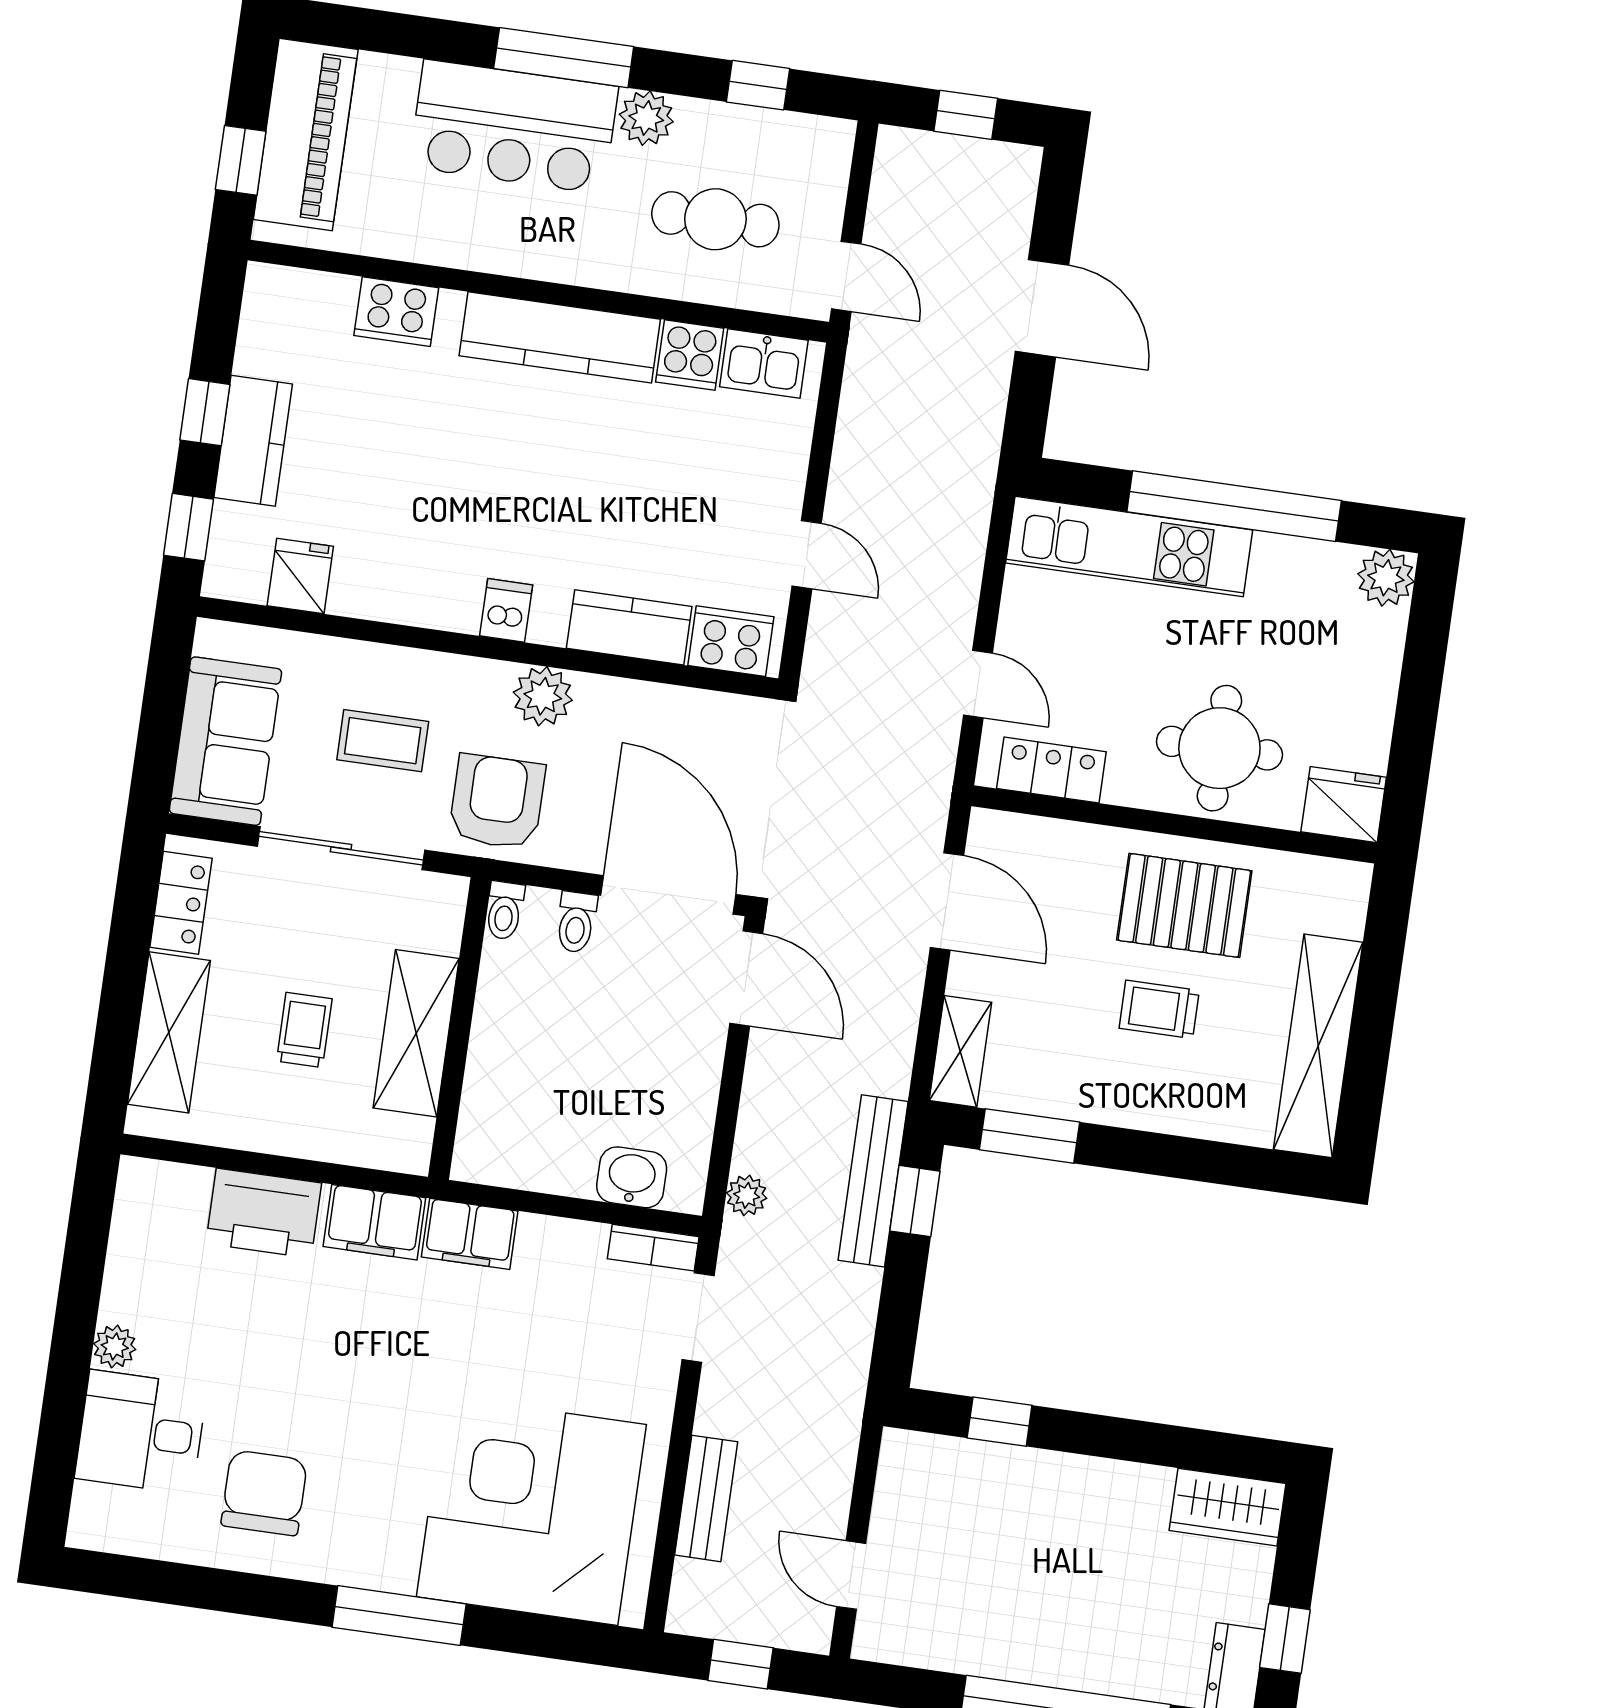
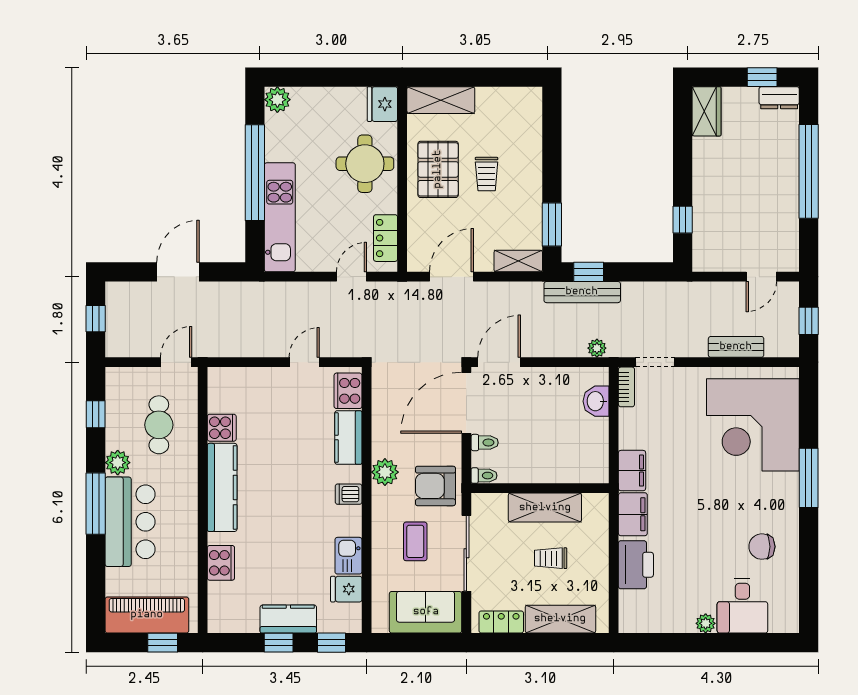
kitchen sink: (764, 363) -> (348, 556), moved, turned 180
shelving: (1318, 1046) -> (441, 100), moved, width x0.68
chair: (264, 1493) -> (762, 547), width x0.73, depth x0.73

